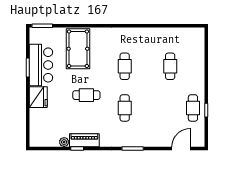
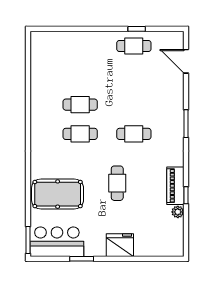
bar counter: (41, 65) -> (57, 242), moved
cafe table: (170, 66) -> (80, 105), moved

